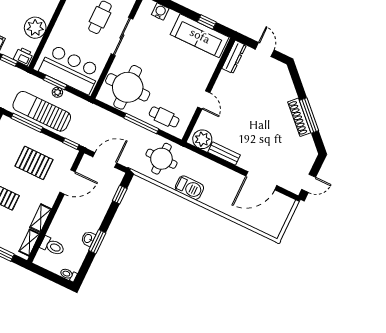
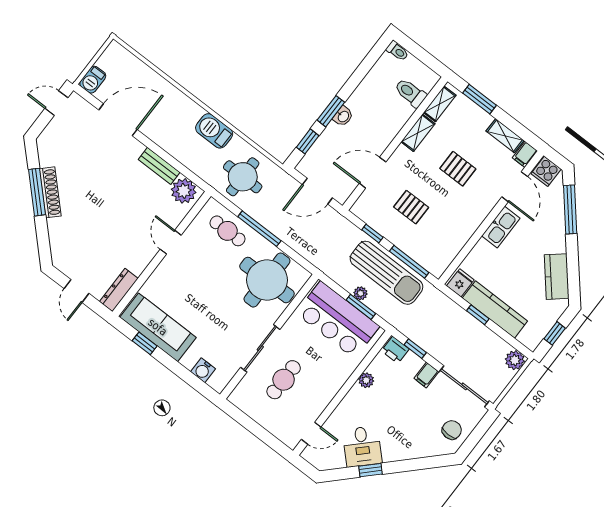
plant: (35, 28) -> (366, 380), width x0.53, depth x0.53
window: (71, 144) -> (372, 234), moved
pallet: (34, 163) -> (411, 207), width x0.67, depth x0.71
barbecue: (286, 206) -> (93, 80), added
washbasin: (88, 239) -> (343, 116), moved
window: (97, 242) -> (331, 111), moved

